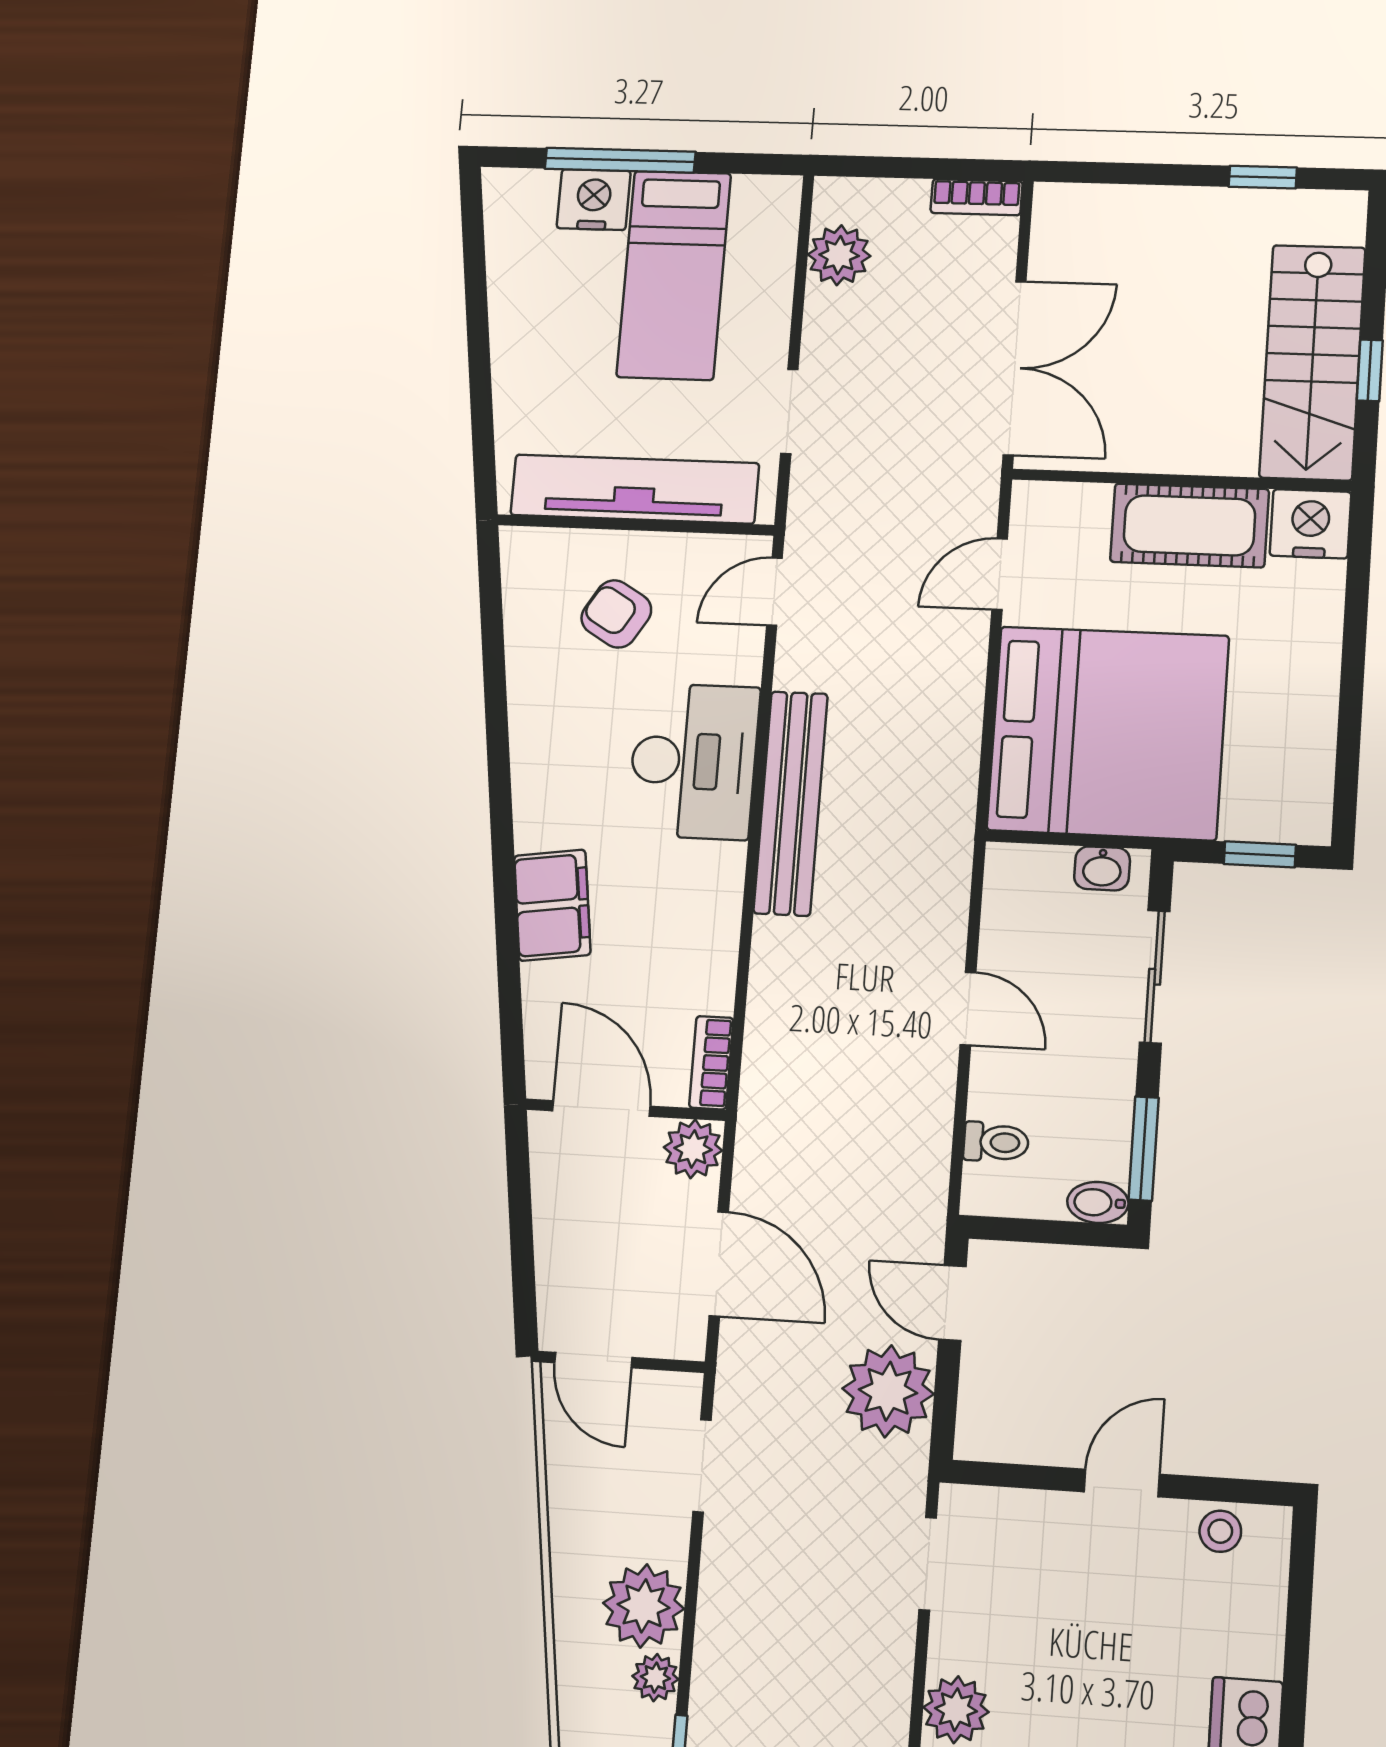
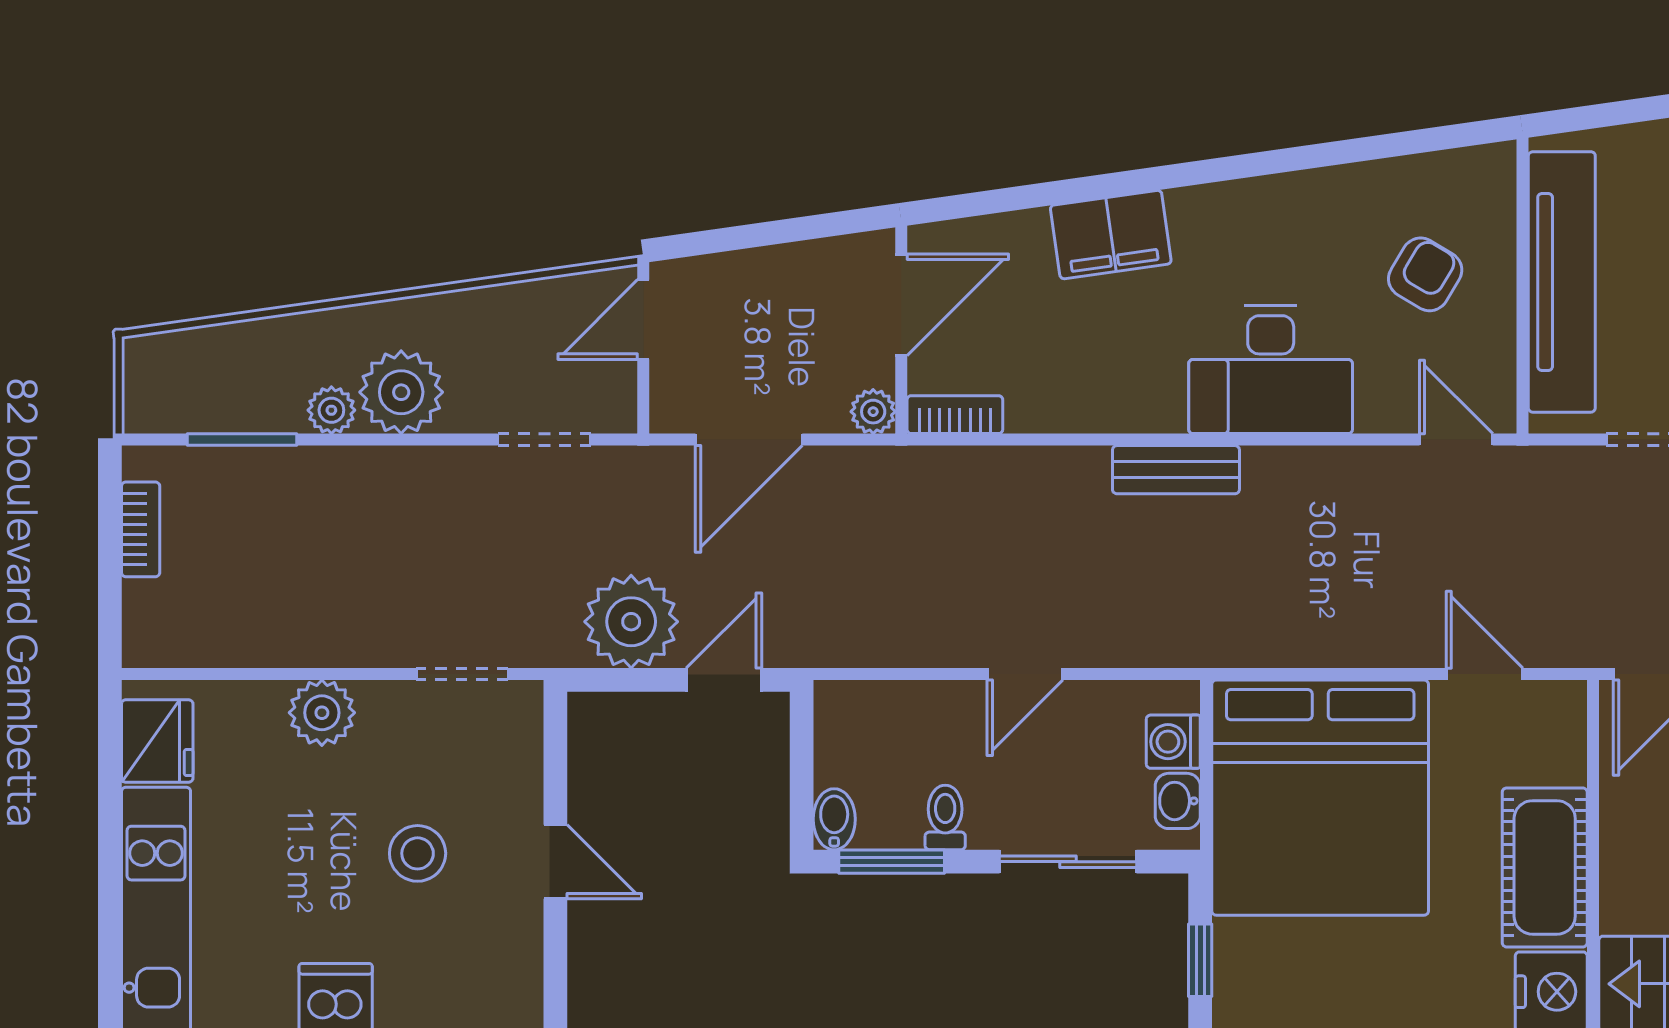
bench: (791, 803) -> (1176, 470), width x0.54, depth x0.82
washing machine: (1044, 870) -> (1173, 742), added
toilet: (996, 1142) -> (945, 818), moved, turned 180
plant: (693, 1149) -> (873, 412), width x0.73, depth x0.73
stool: (1220, 1531) -> (418, 853), moved, width x1.37, depth x1.37

